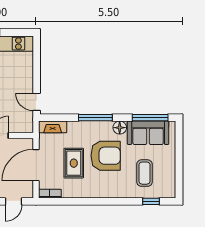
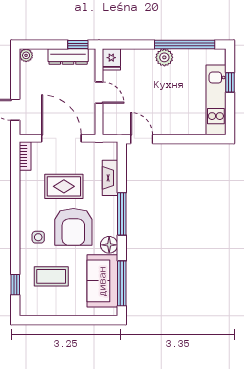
door: (37, 102) -> (142, 139), hinge flipped
fireplace: (53, 127) -> (110, 178), moved
side table: (114, 183) -> (38, 237), added

